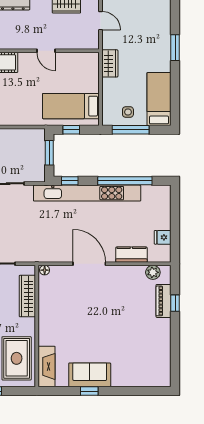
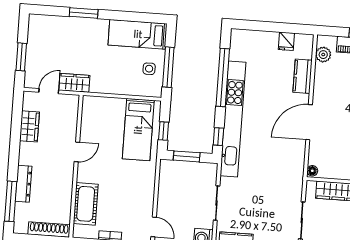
wardrobe: (110, 63) -> (74, 83), moved

